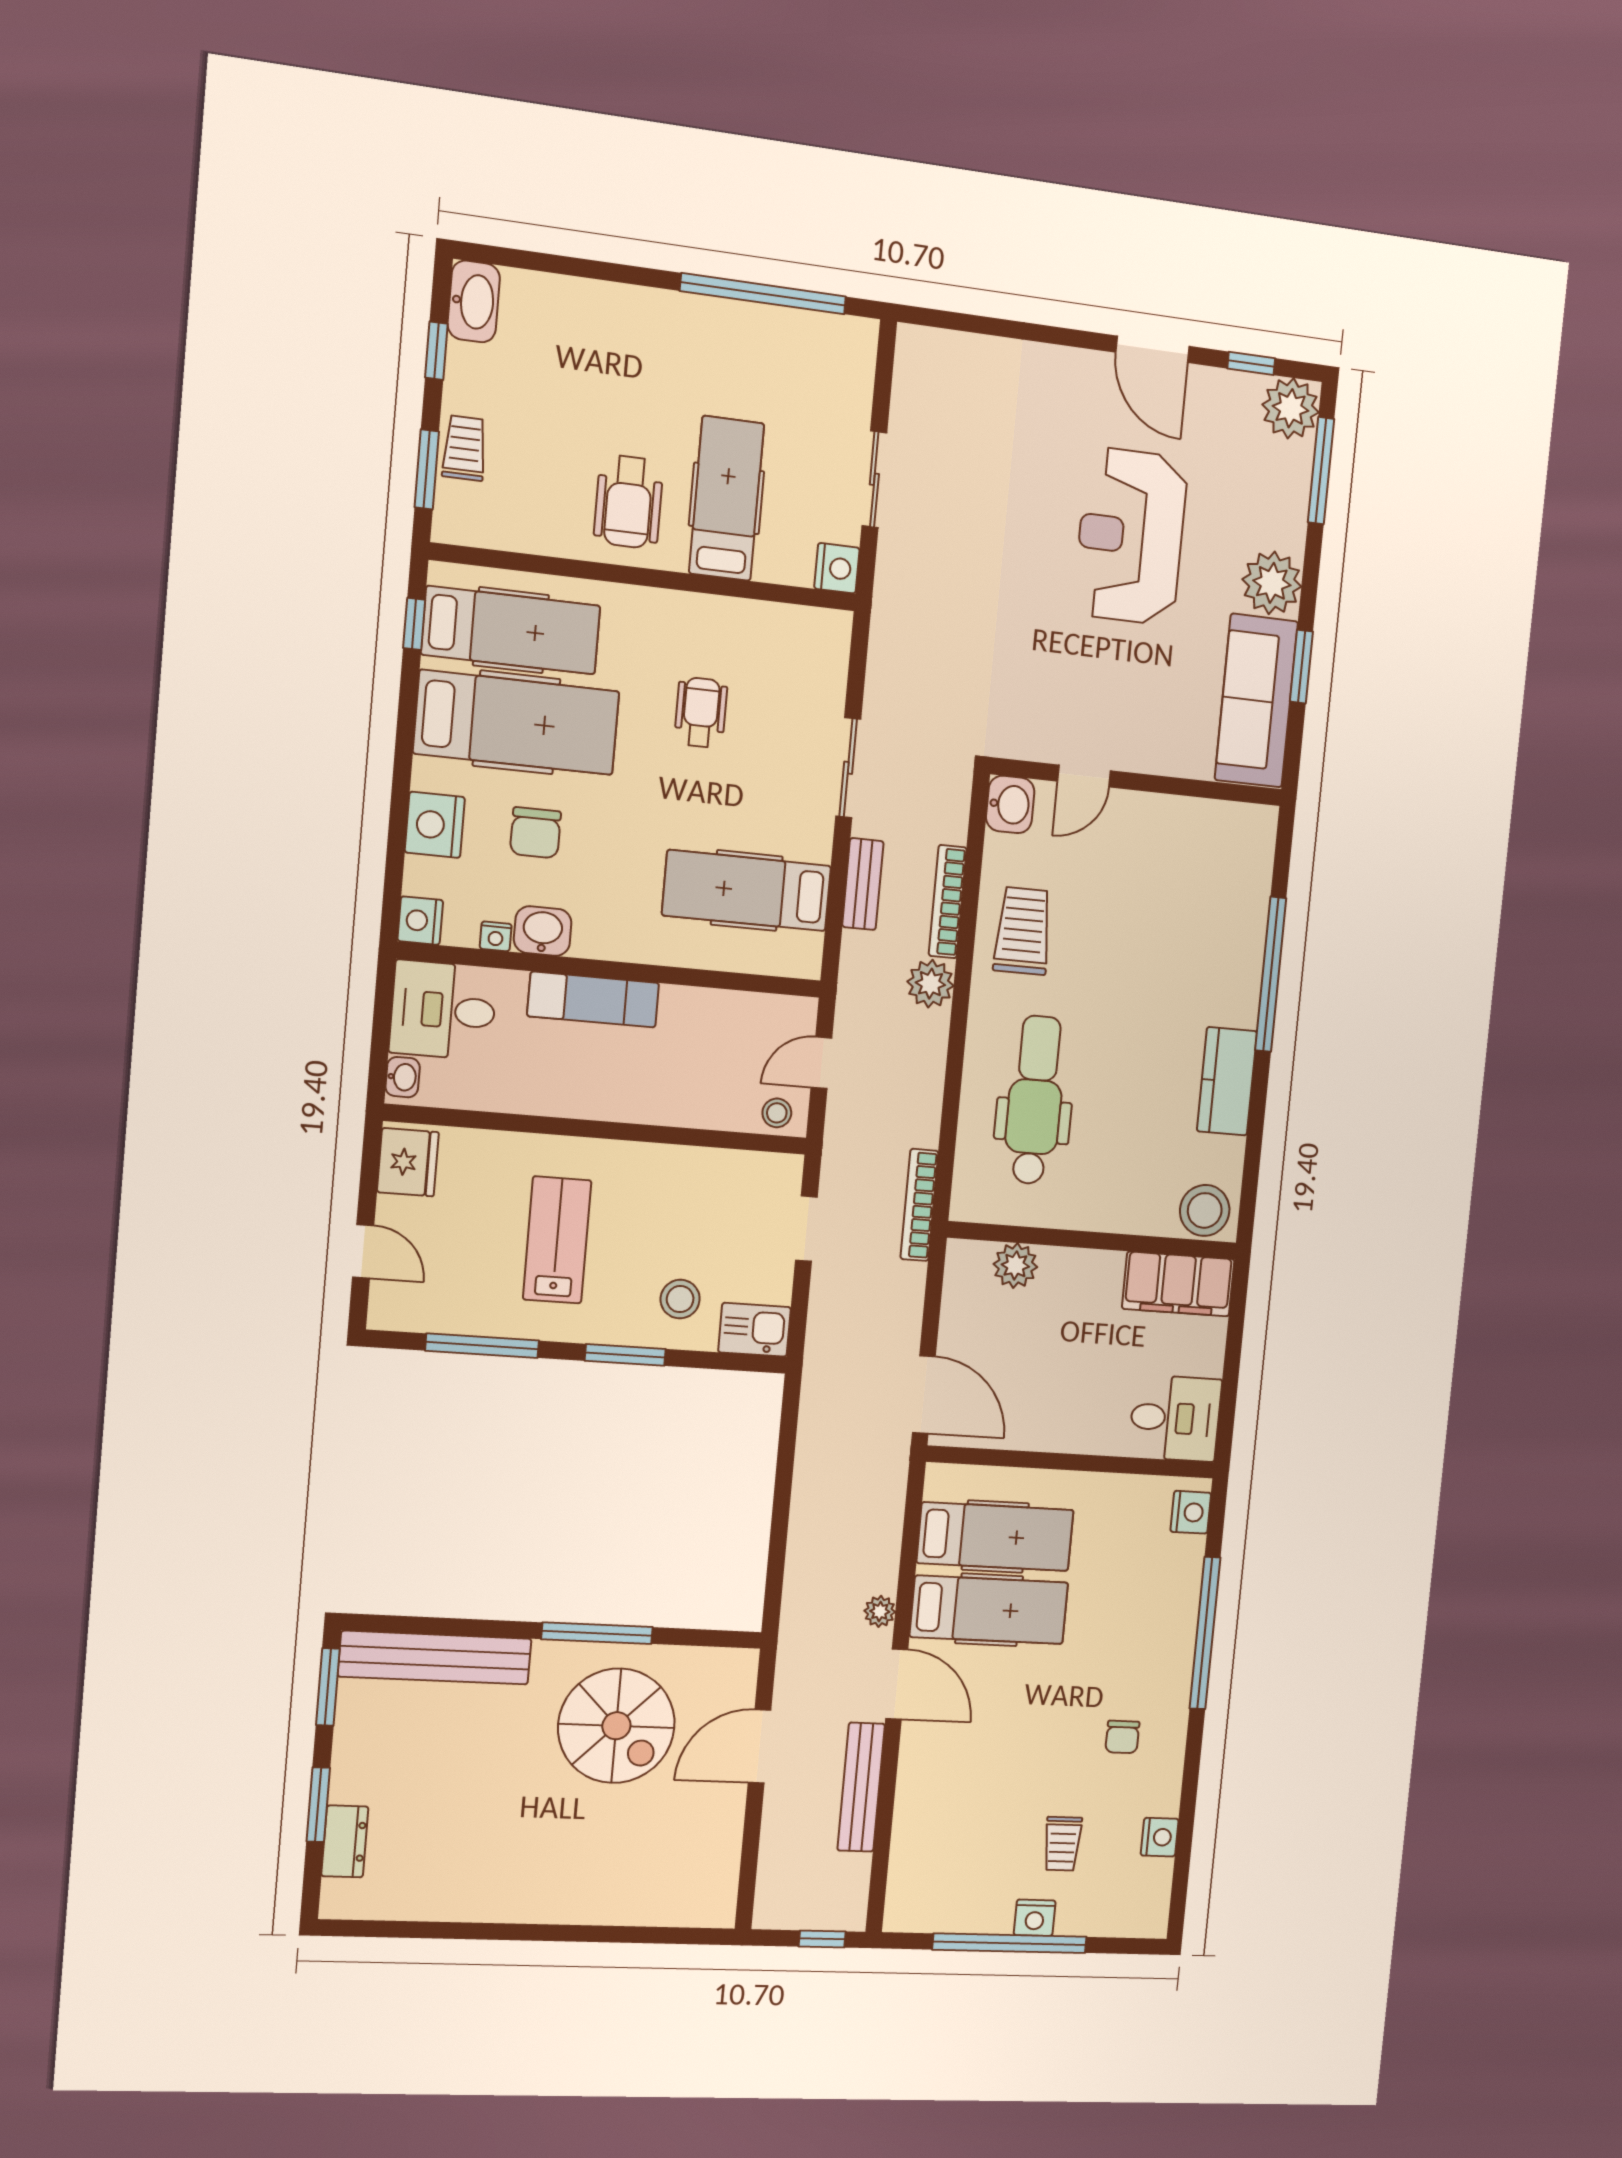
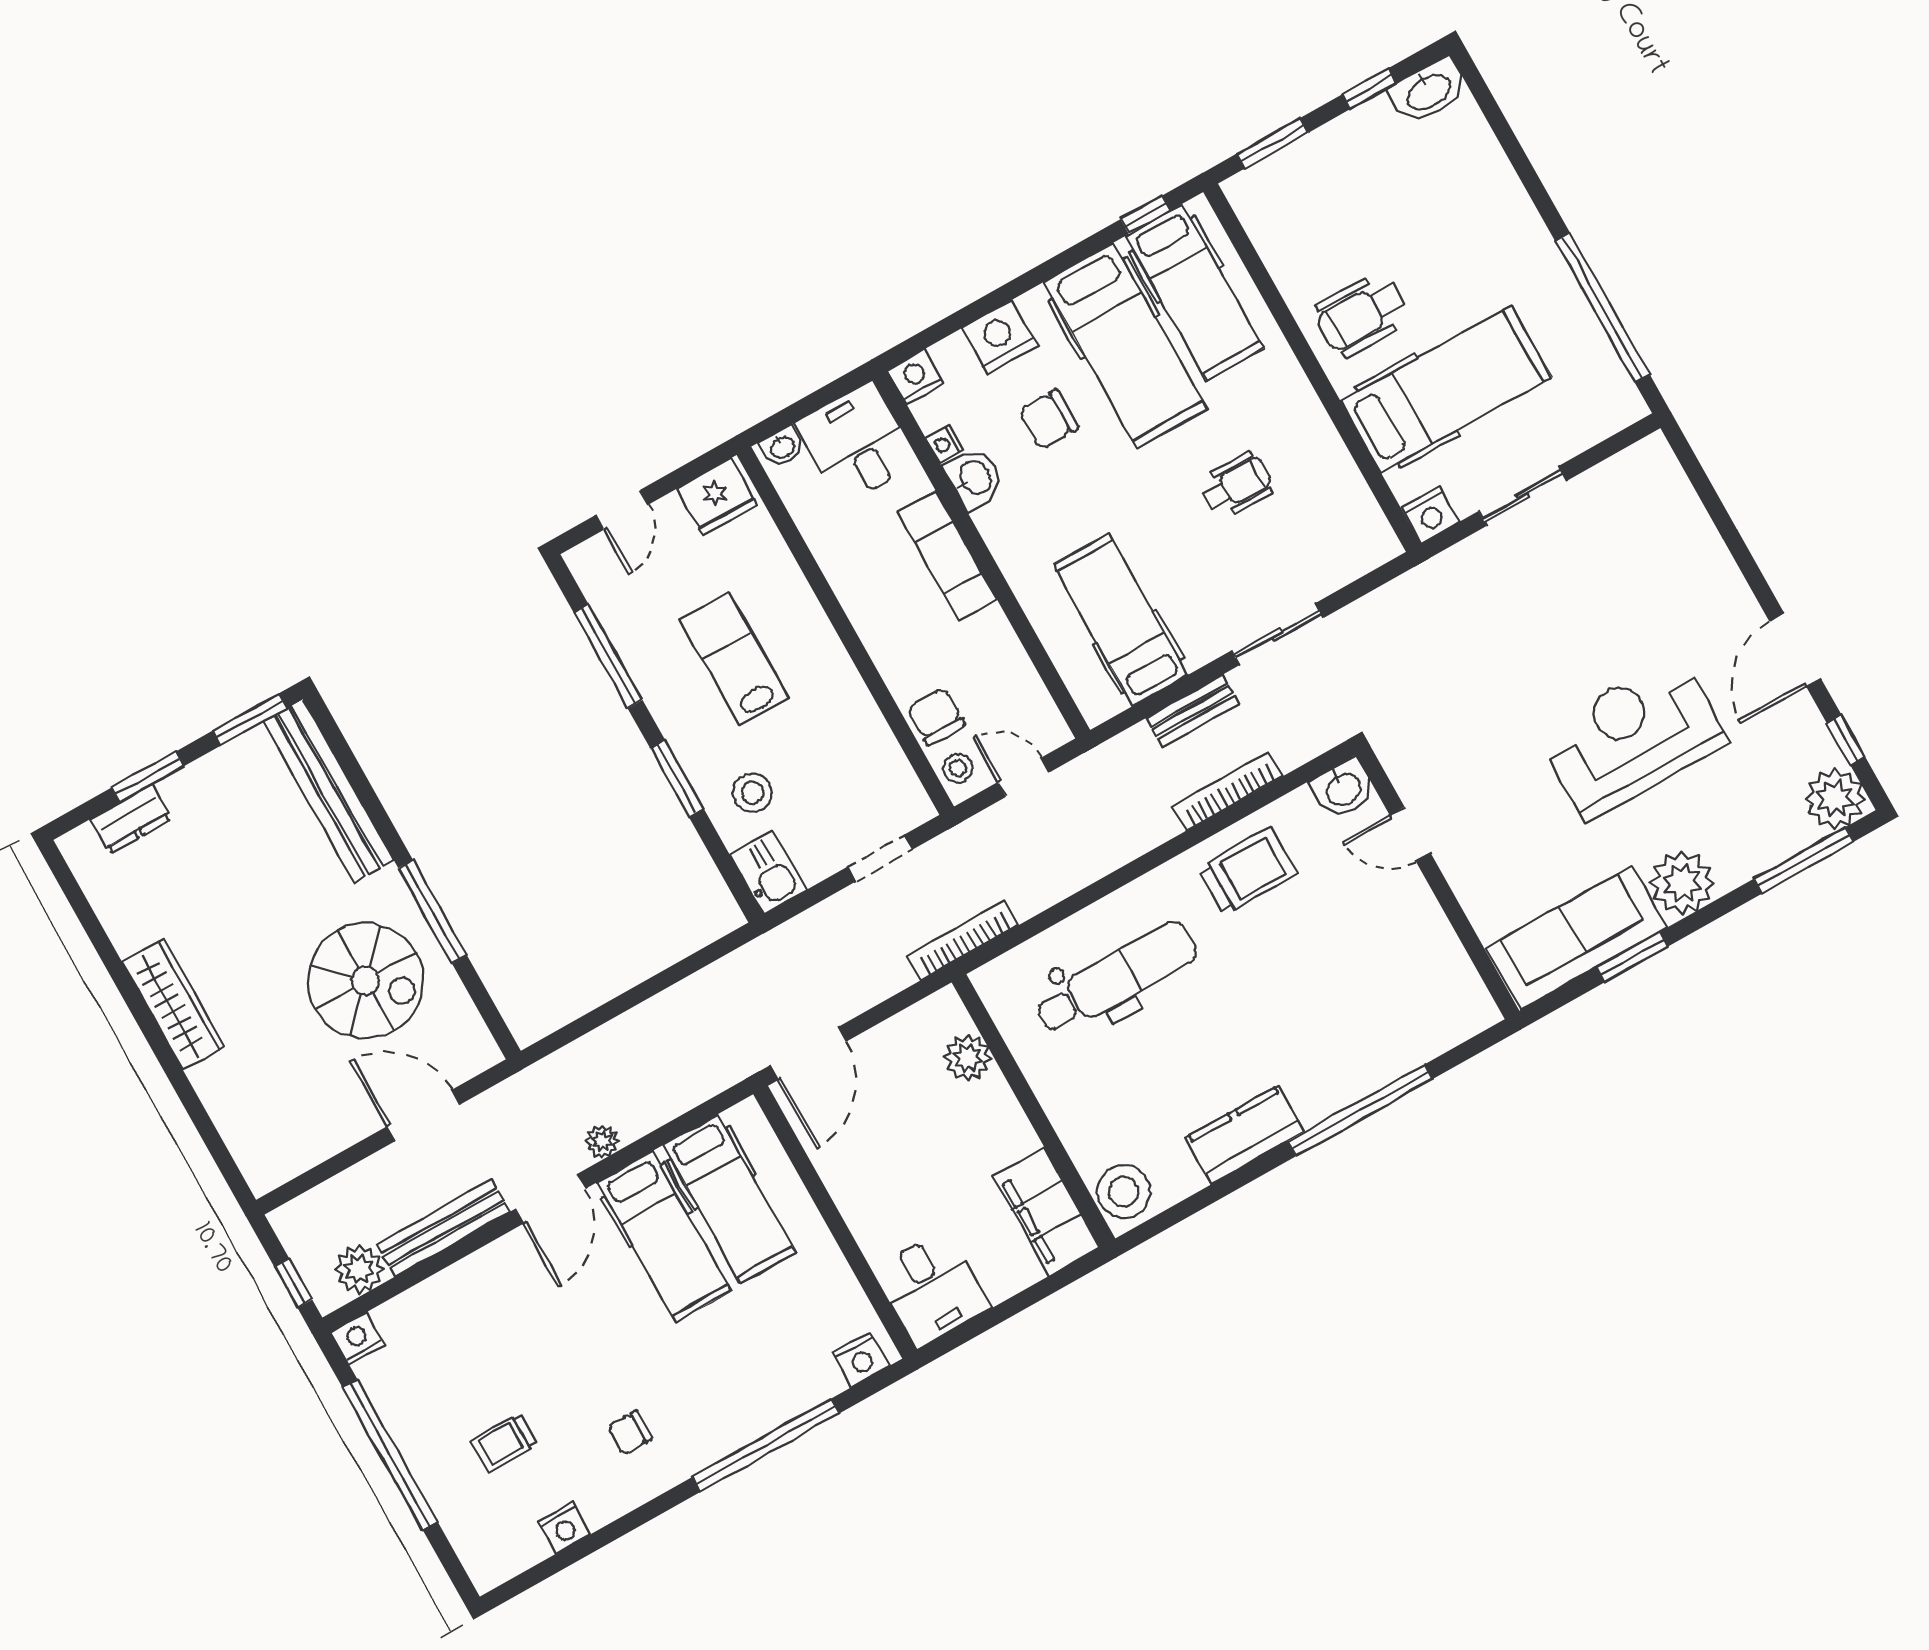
trolley: (465, 448) -> (1310, 161), removed
hospital bed: (726, 498) -> (1446, 389), width x1.37, depth x1.29
plant: (930, 984) -> (359, 1269), moved
chair: (722, 1102) -> (936, 717), added
lab bench: (557, 1240) -> (734, 659), turned -90
spiral stairs: (616, 1726) -> (366, 981), turned -90
wardrobe: (527, 1900) -> (173, 1004), added
nightstand: (1035, 1918) -> (358, 1339), moved, turned 90

